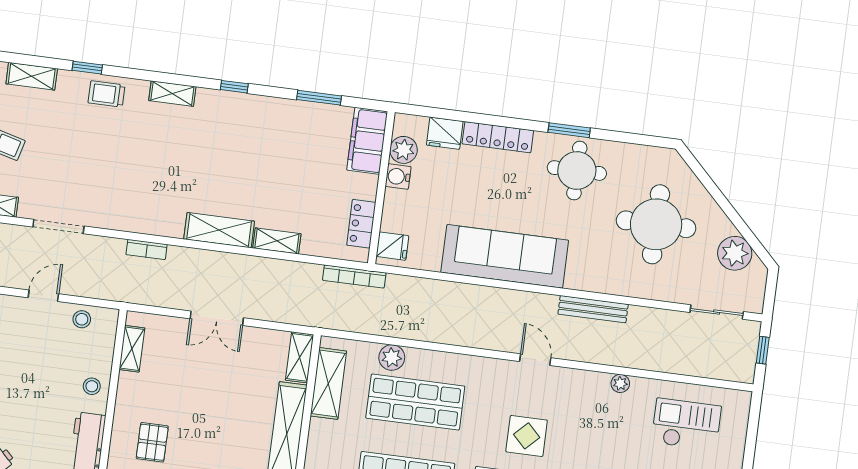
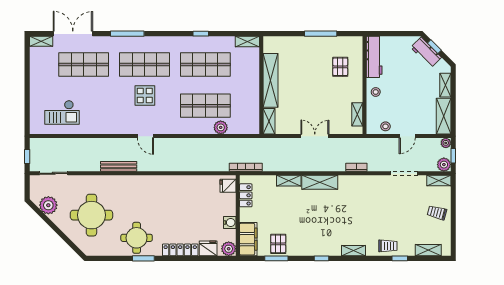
pallet: (312, 125) -> (278, 244), added
plant: (404, 150) -> (229, 249), moved
sofa: (505, 256) -> (168, 188), removed
shelving: (328, 383) -> (252, 110), removed
plant: (620, 383) -> (99, 129), removed

